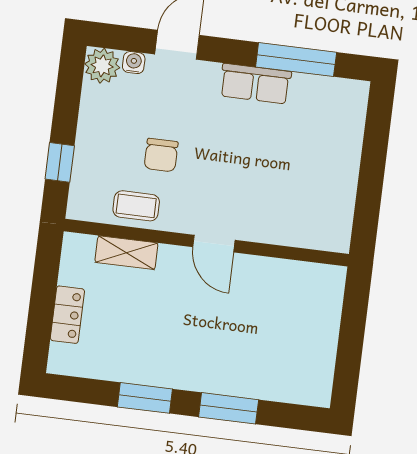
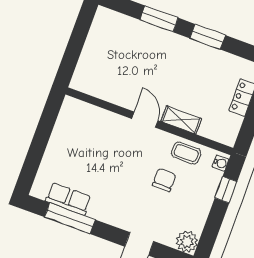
water cooler: (134, 63) -> (221, 163), moved, turned -90
row of seats: (255, 84) -> (68, 199), moved
shelving: (126, 253) -> (181, 120), moved

